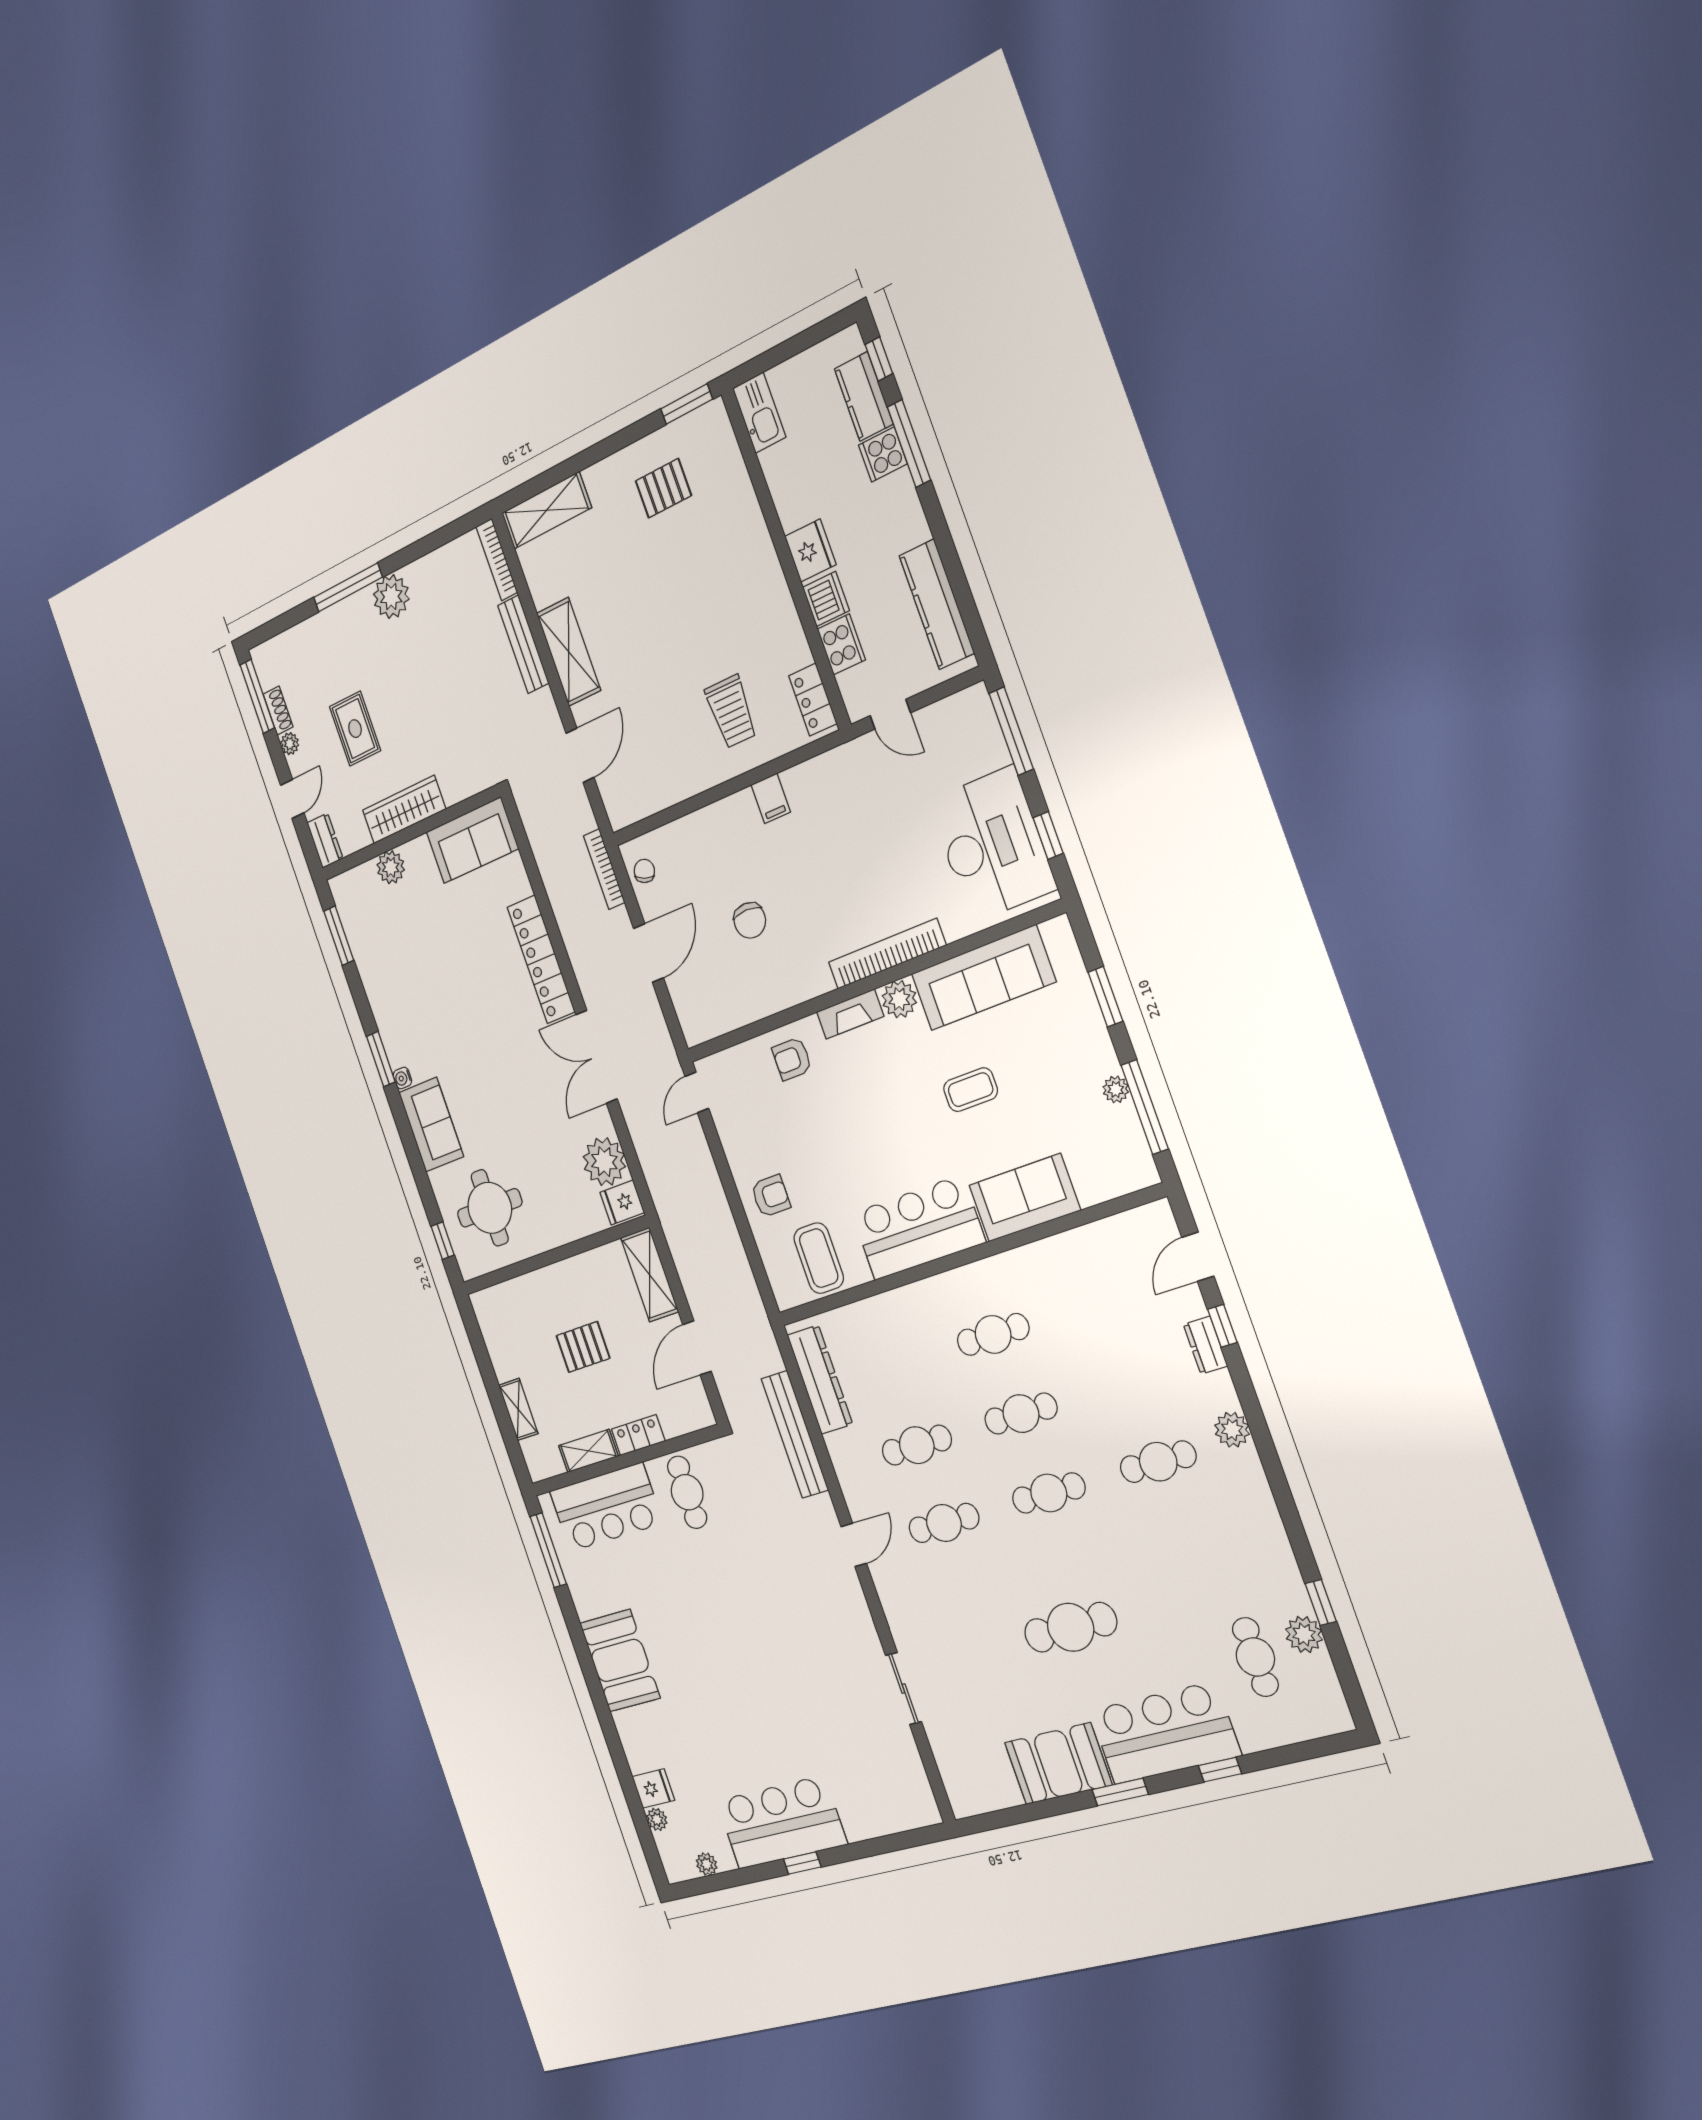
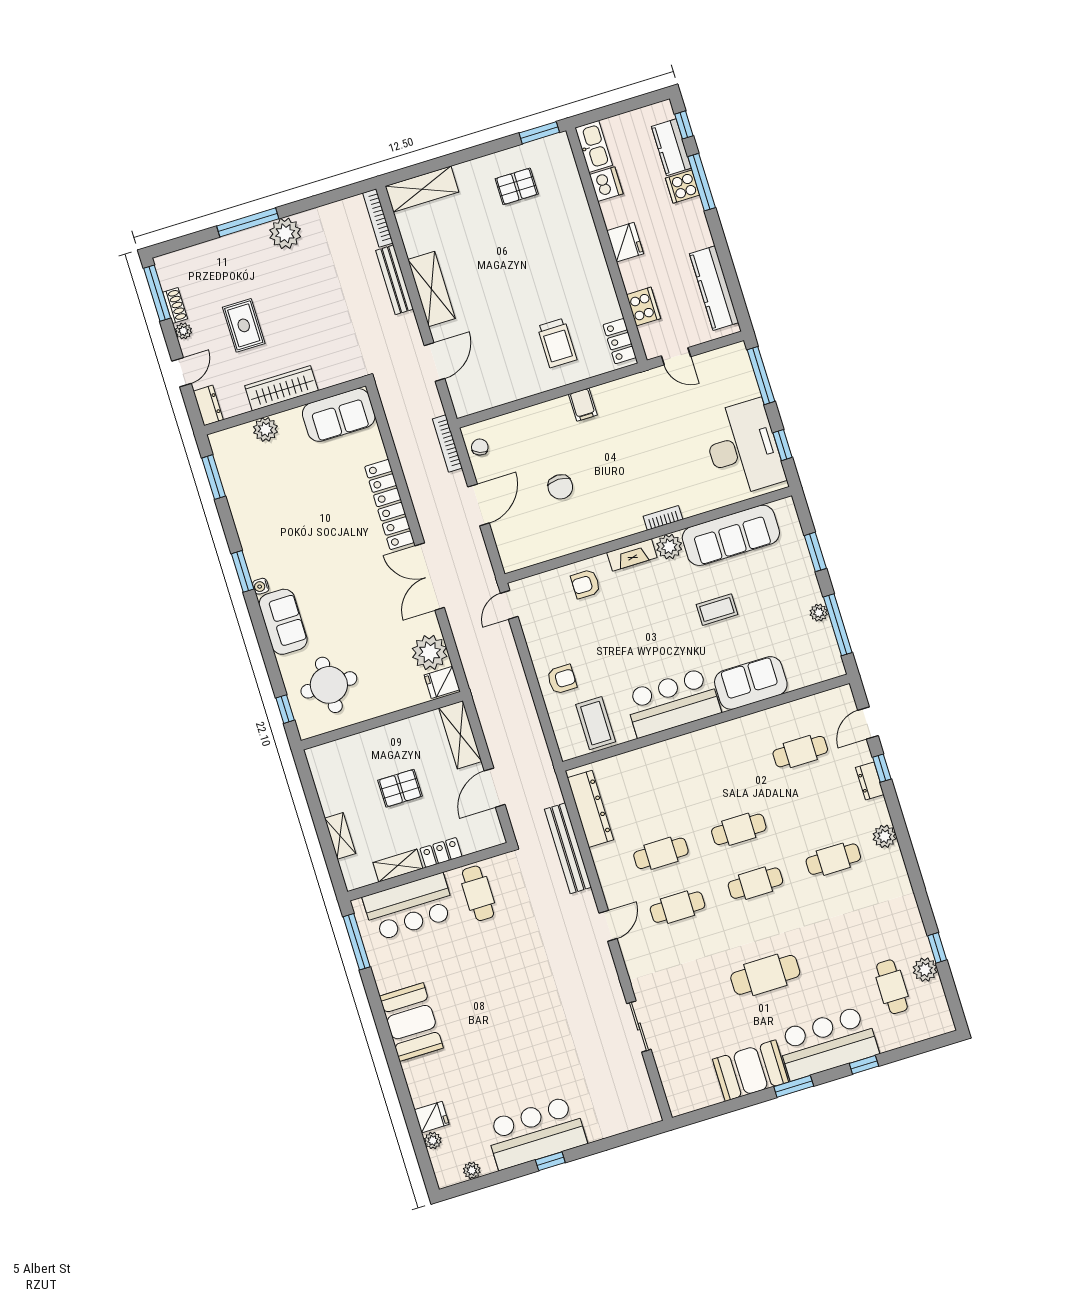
dishwasher: (826, 599) -> (606, 184), moved
bookcase: (887, 954) -> (663, 518), width x0.43, depth x0.76
cafe table: (993, 1334) -> (800, 752), moved

